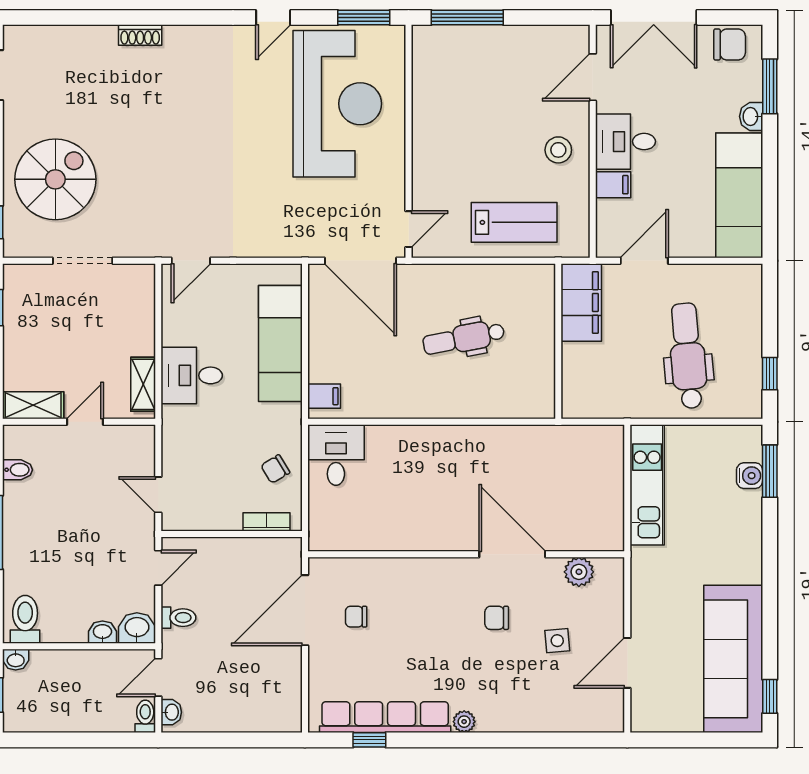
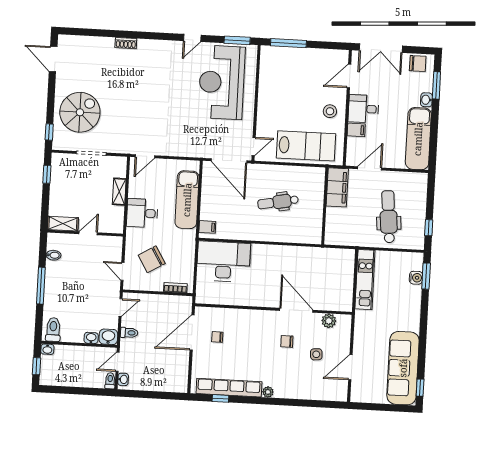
reception desk: (337, 104) -> (222, 82), turned 180
lab bench: (514, 222) -> (306, 146), width x1.36, depth x1.39
shelving: (143, 384) -> (119, 192), moved
desk: (336, 455) -> (224, 262), width x1.87, depth x1.30
chair: (275, 469) -> (152, 259), moved, width x1.87, depth x1.87

